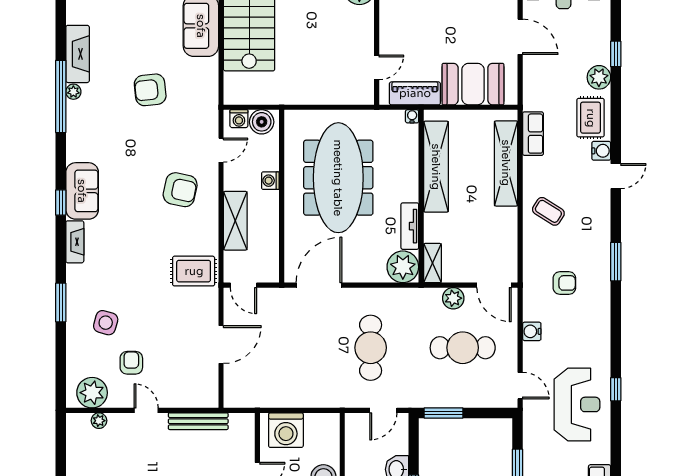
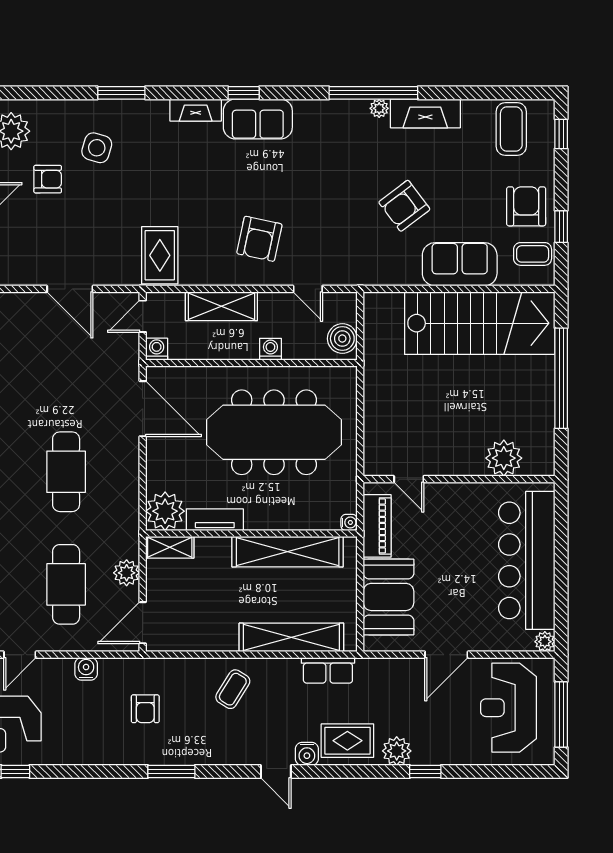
armchair: (150, 90) -> (404, 206), moved, turned -121
washing machine: (239, 119) -> (157, 349), moved, turned 90
cafe table: (371, 348) -> (66, 472), turned 90

